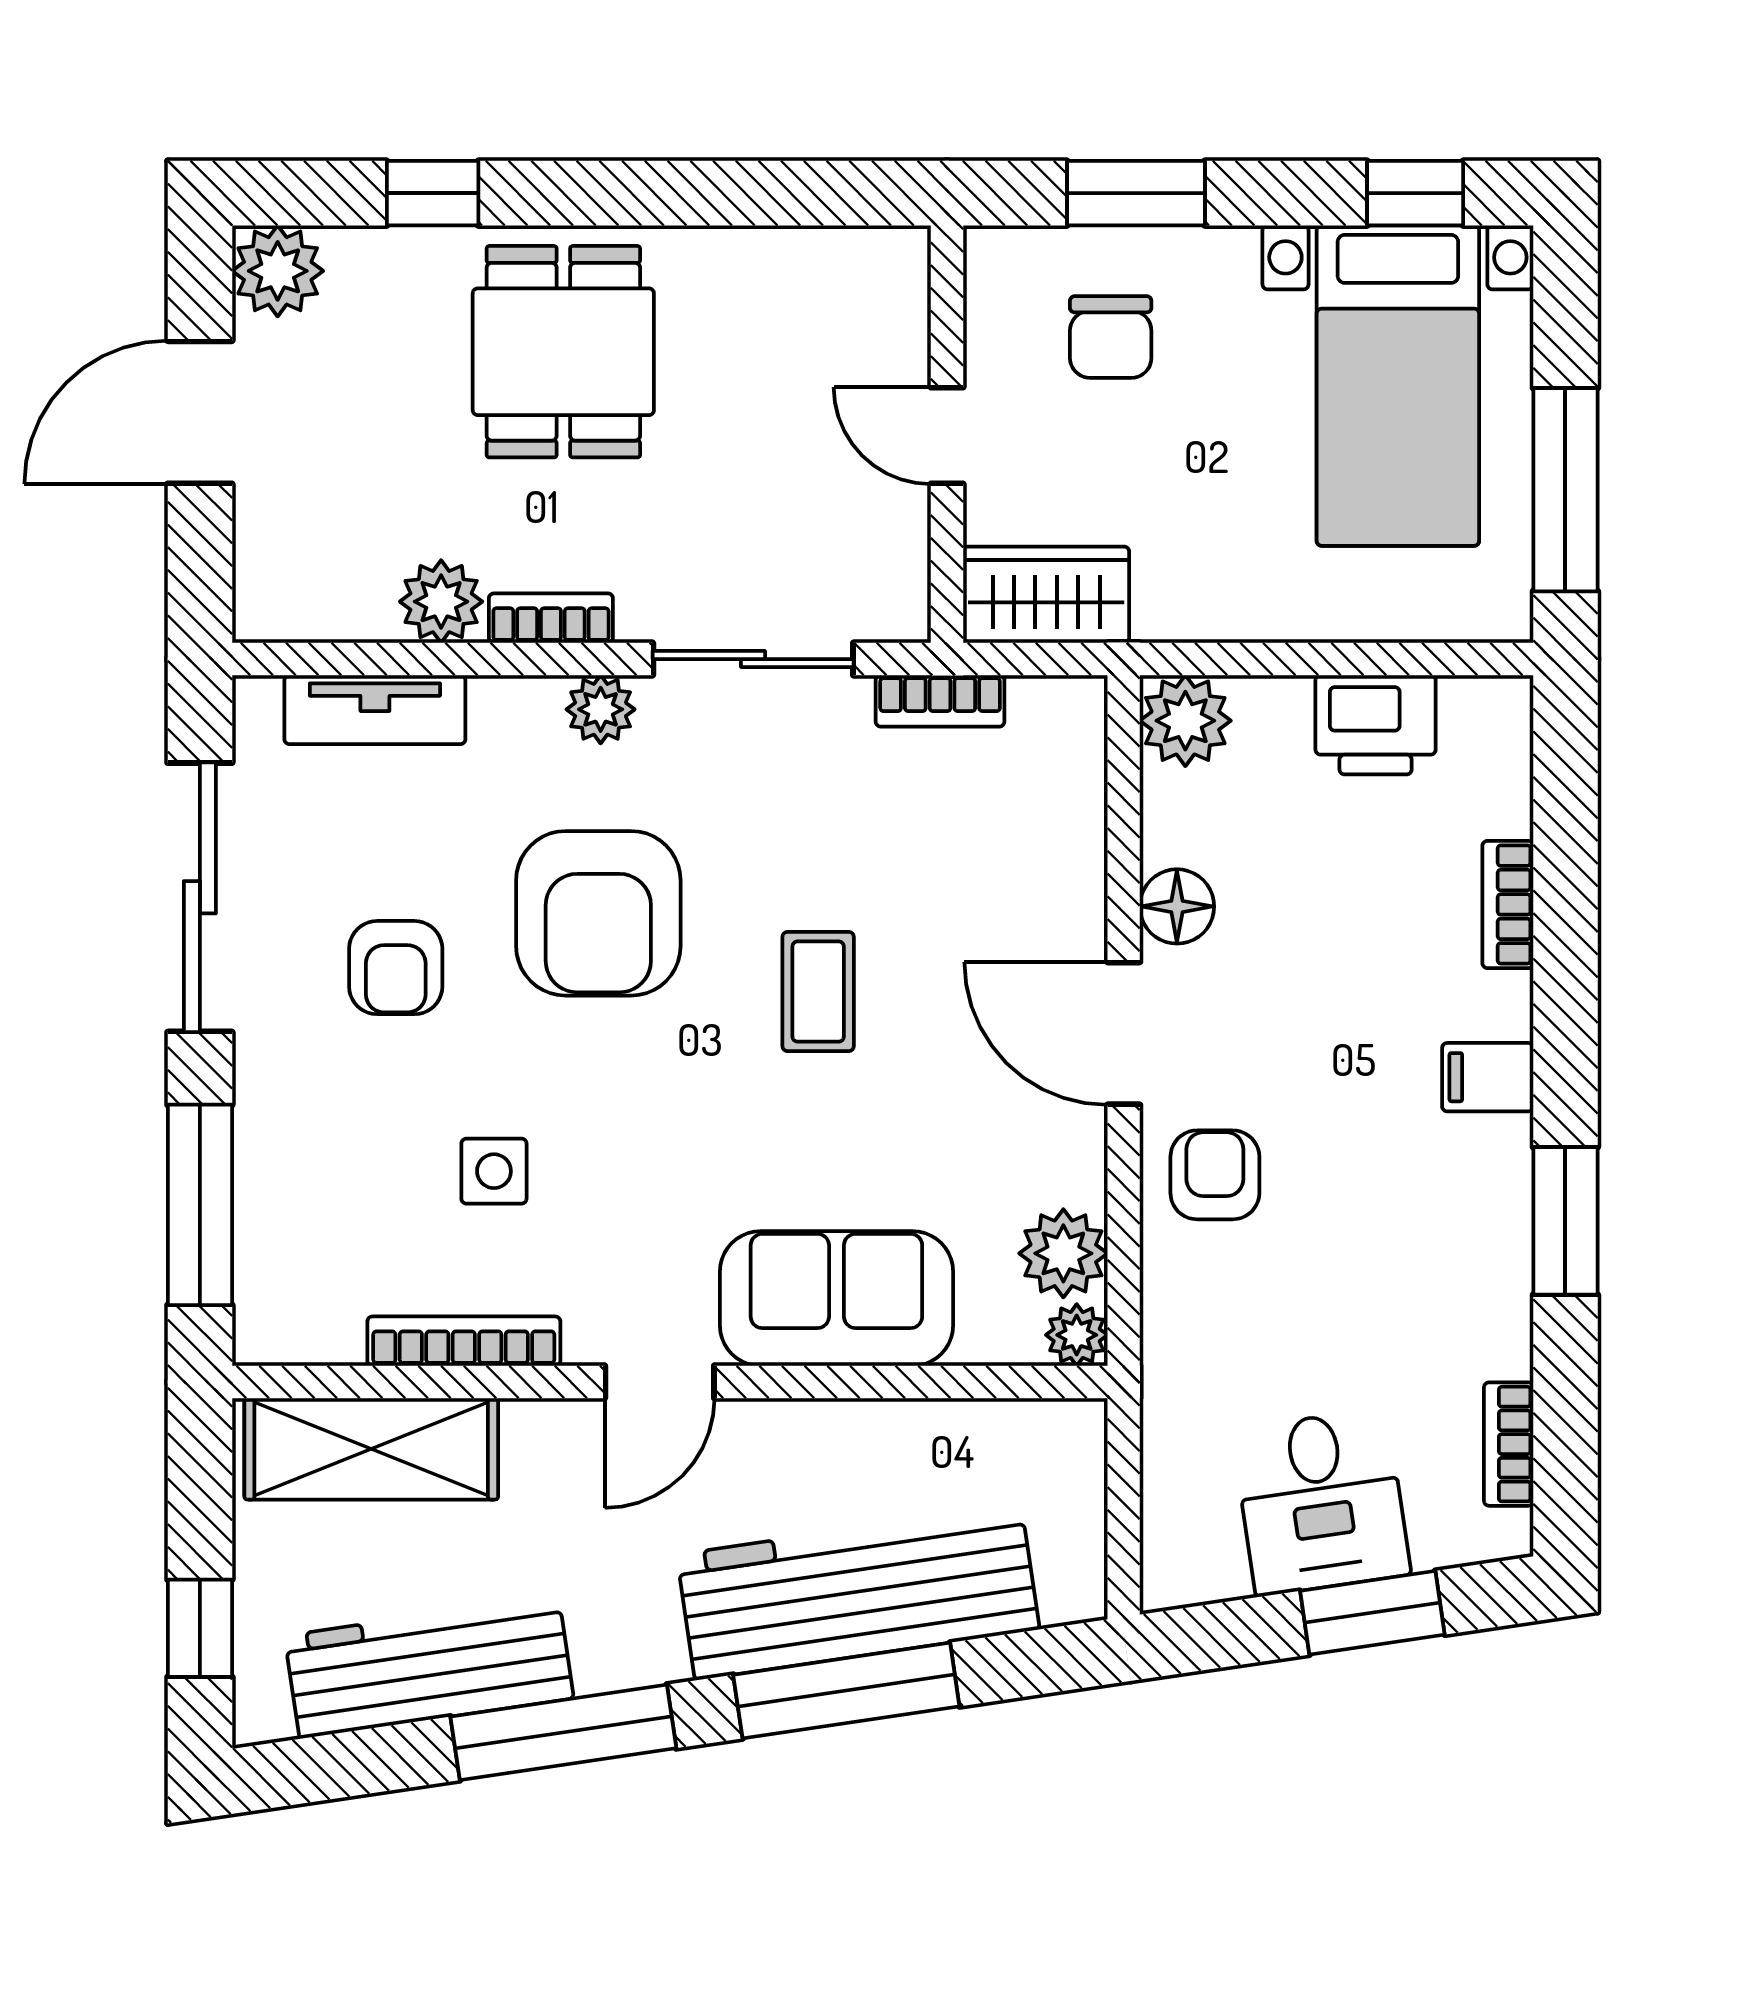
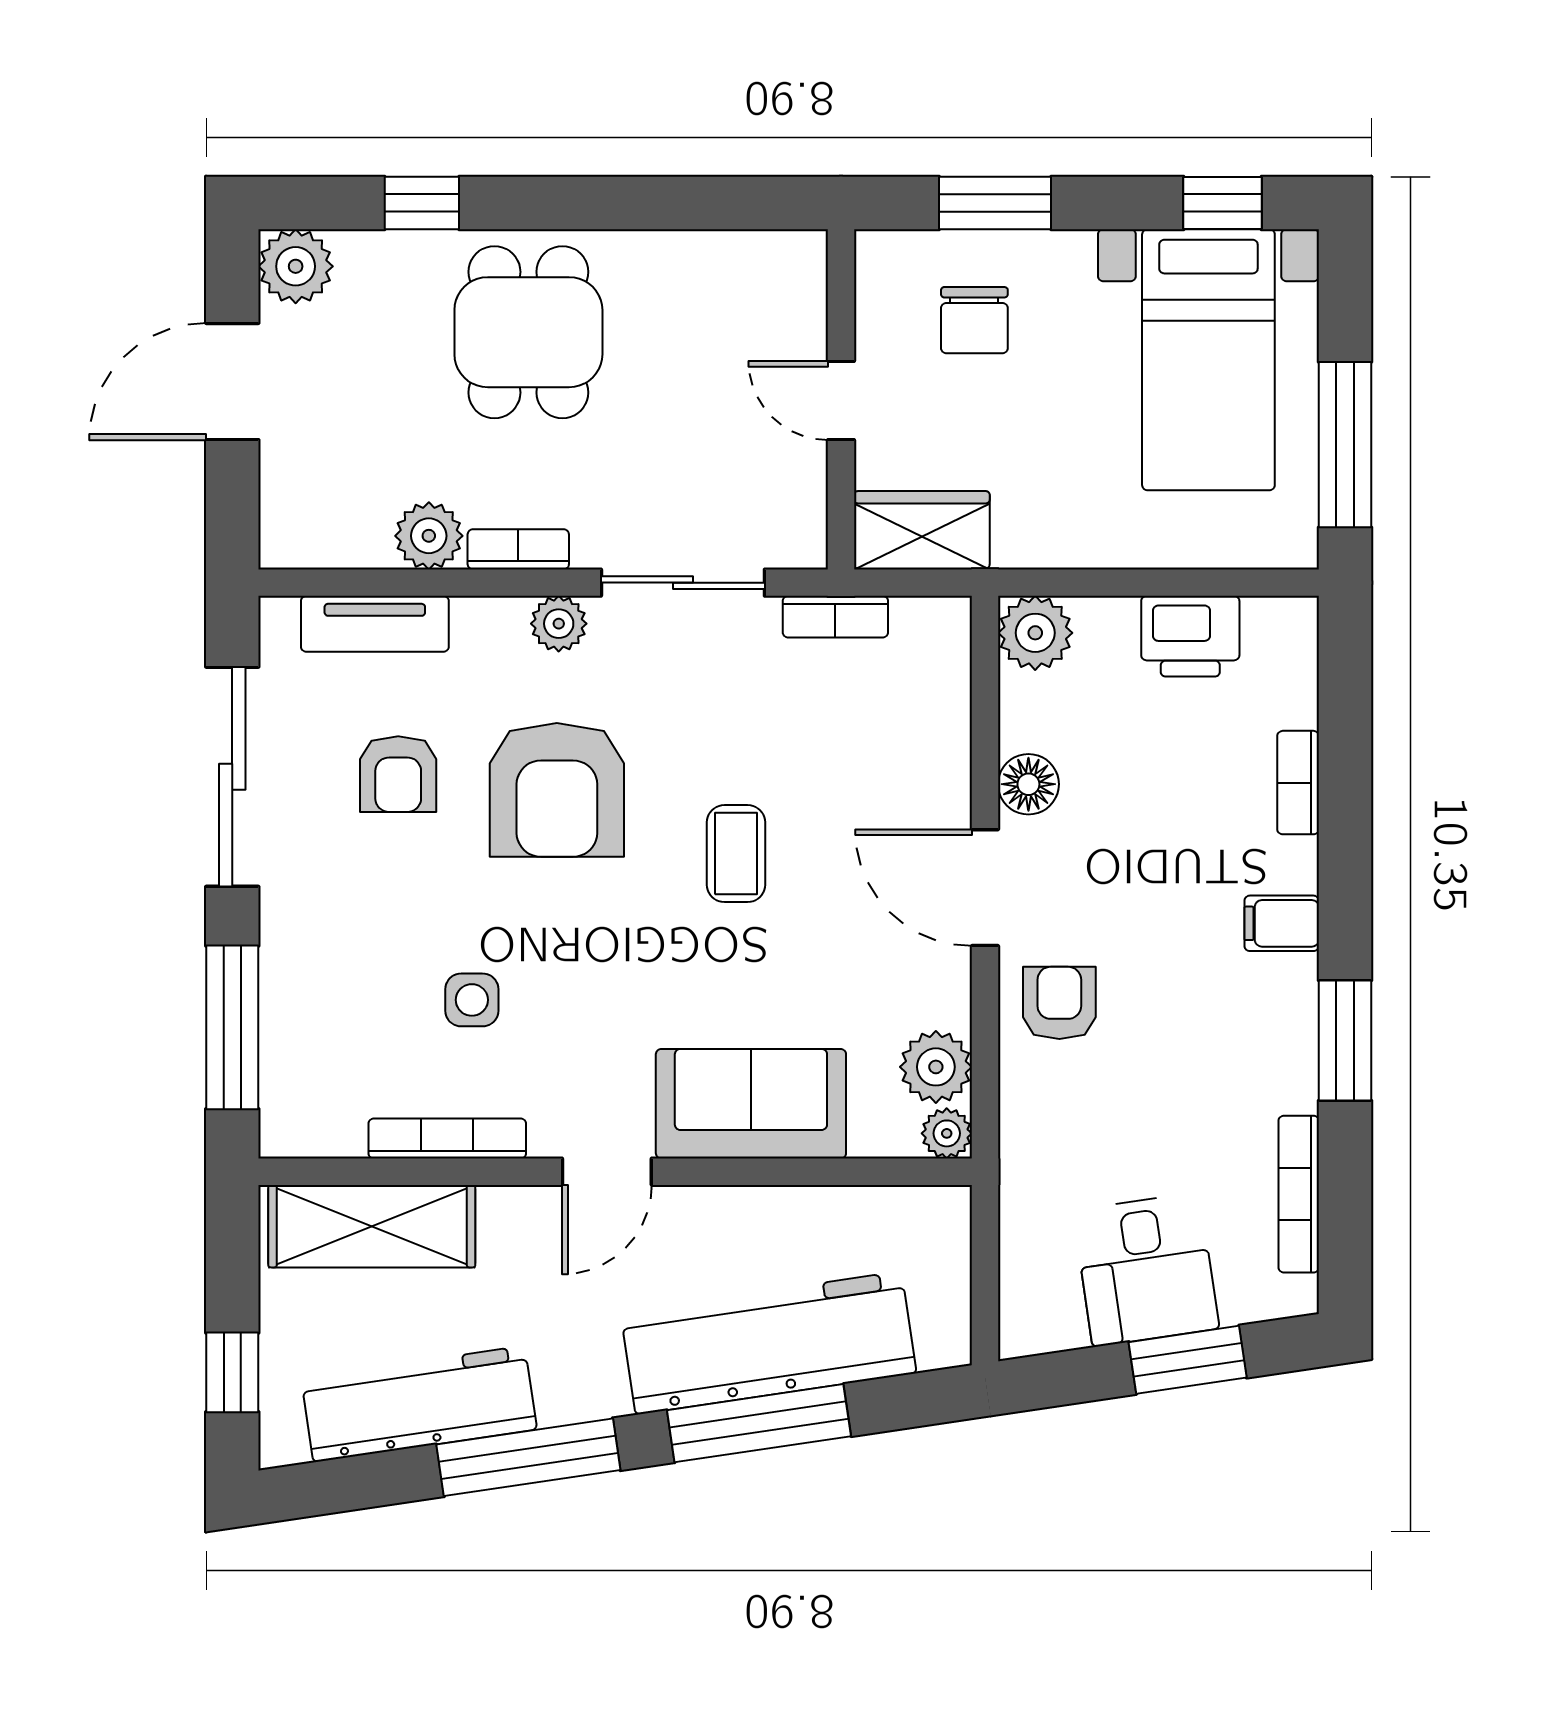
armchair: (396, 968) -> (398, 774), moved
bookcase: (1509, 1444) -> (1299, 1194), width x1.56

